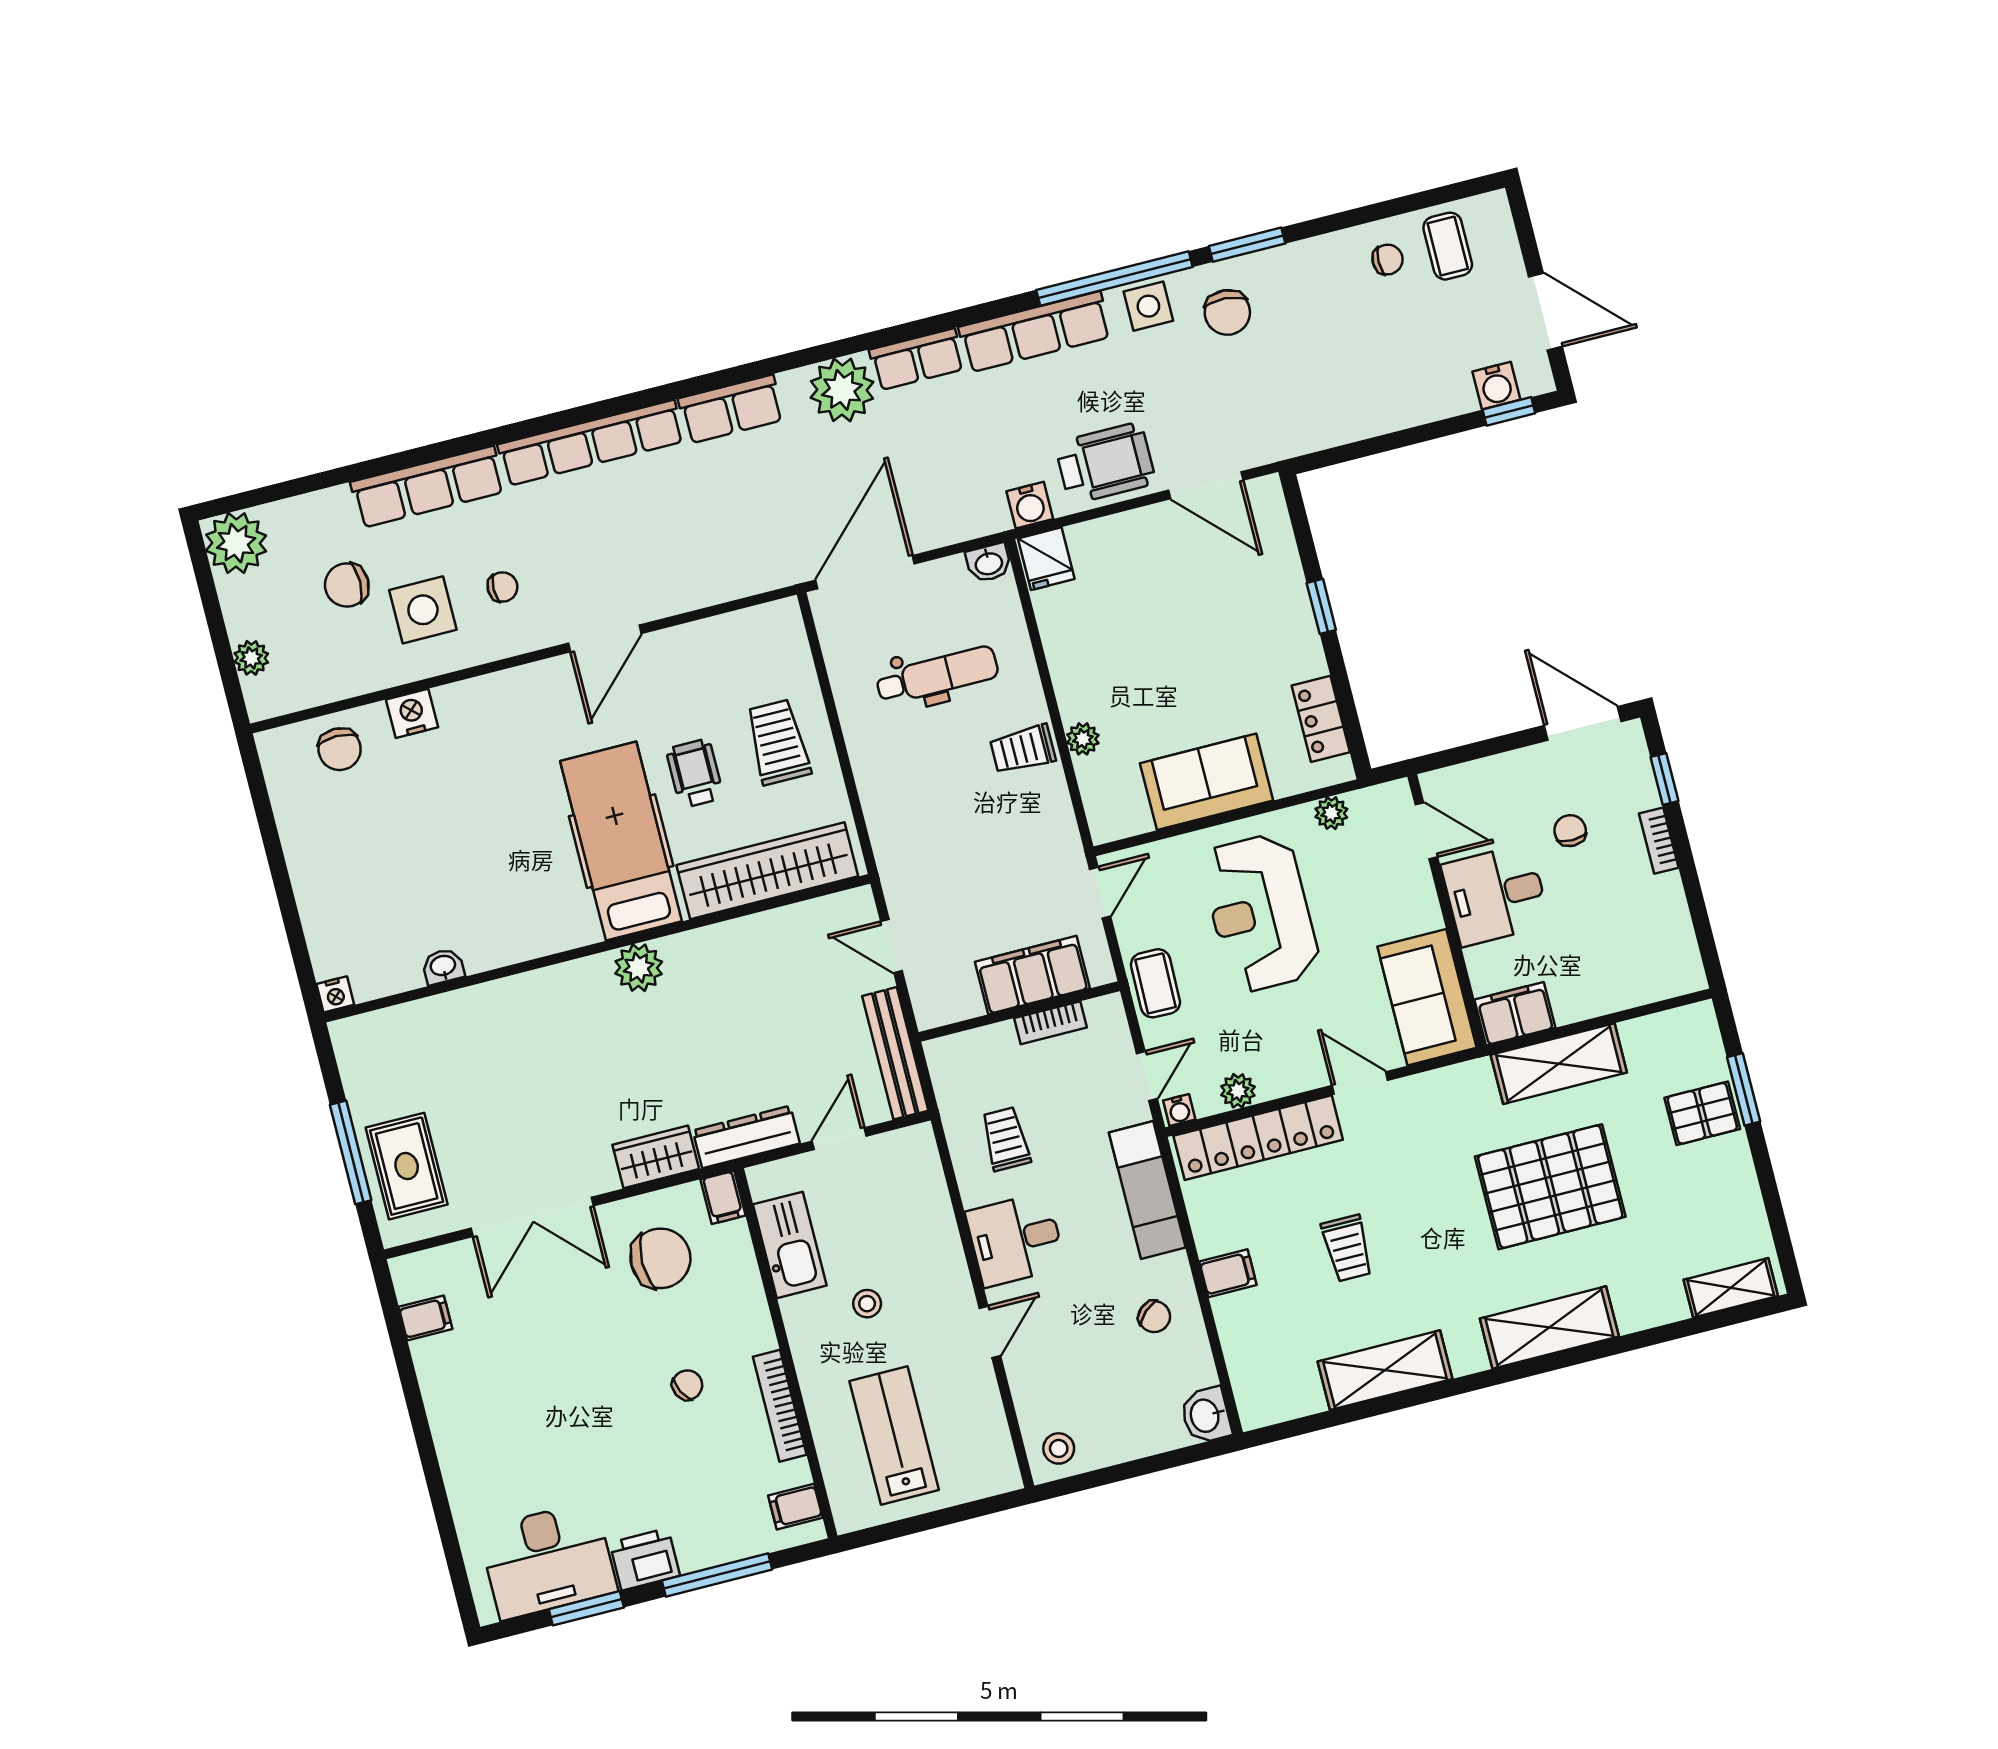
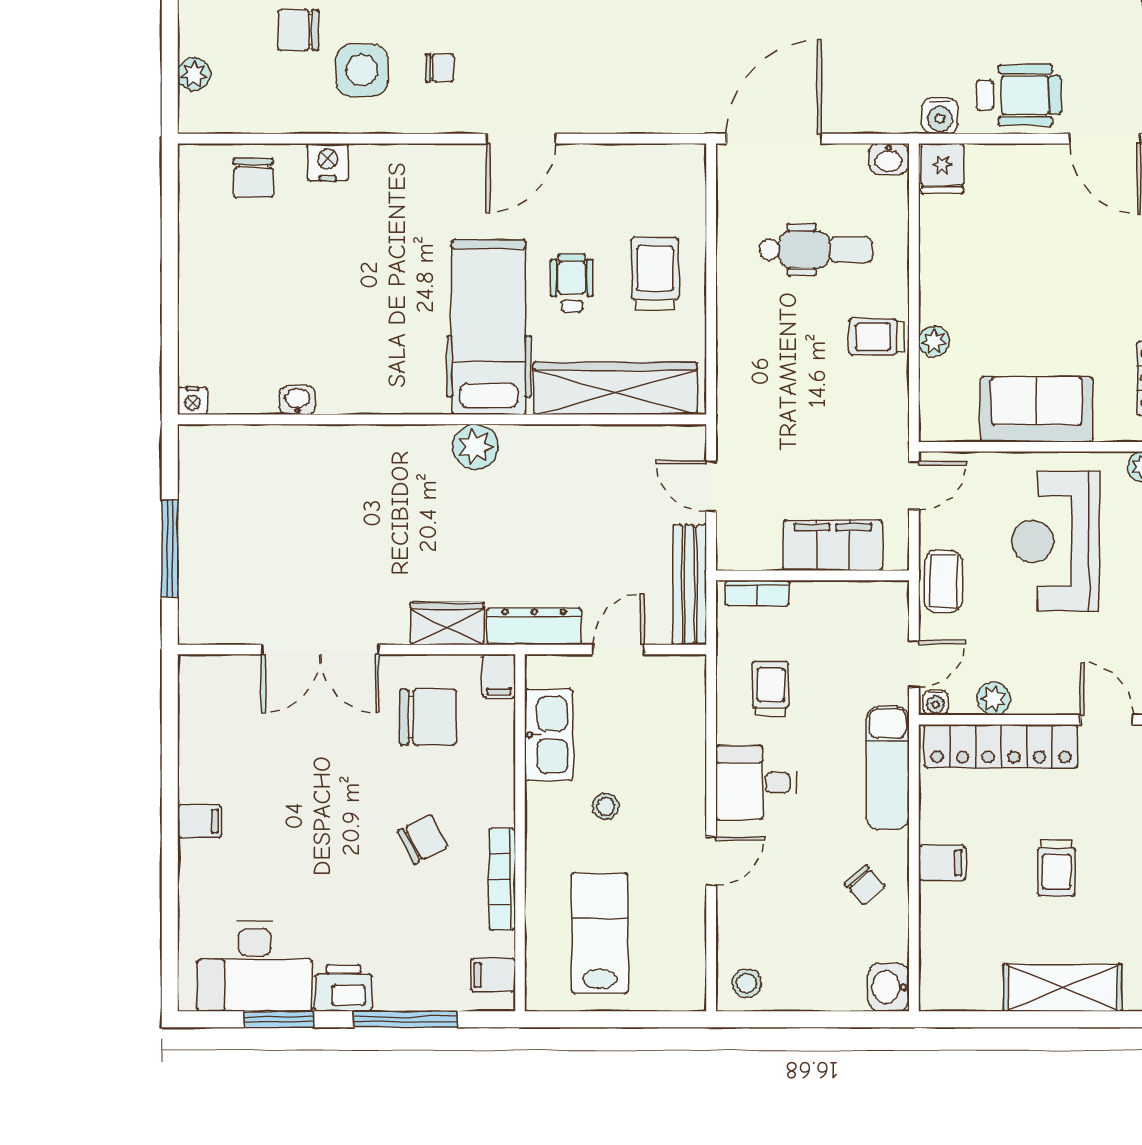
bookcase: (1051, 1023) -> (757, 593), moved
rug: (407, 1166) -> (218, 574), removed
filing cabinet: (425, 1318) -> (199, 821), moved
chair: (687, 1385) -> (423, 839), width x1.37, depth x1.37

